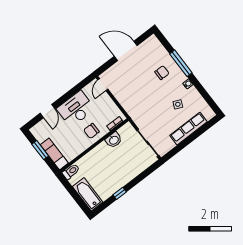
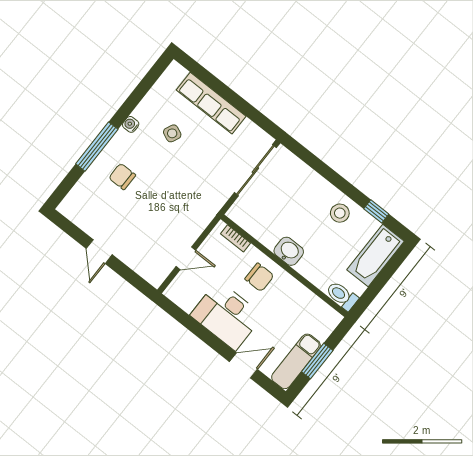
door: (126, 51) -> (99, 252), width x0.53
door: (103, 85) -> (186, 258), moved
washbasin: (114, 140) -> (289, 251), moved
exam couch: (54, 154) -> (296, 361), moved
stool: (114, 181) -> (340, 213), added
window: (120, 193) -> (376, 211), moved

